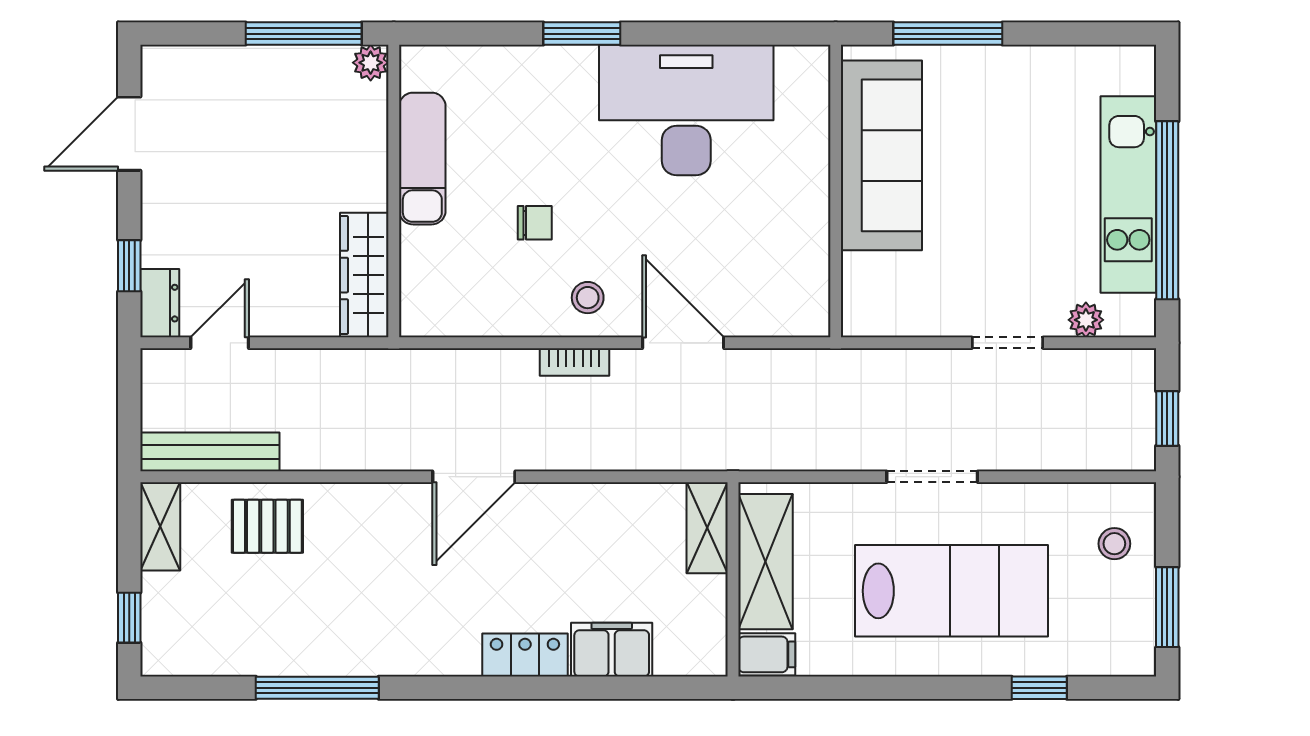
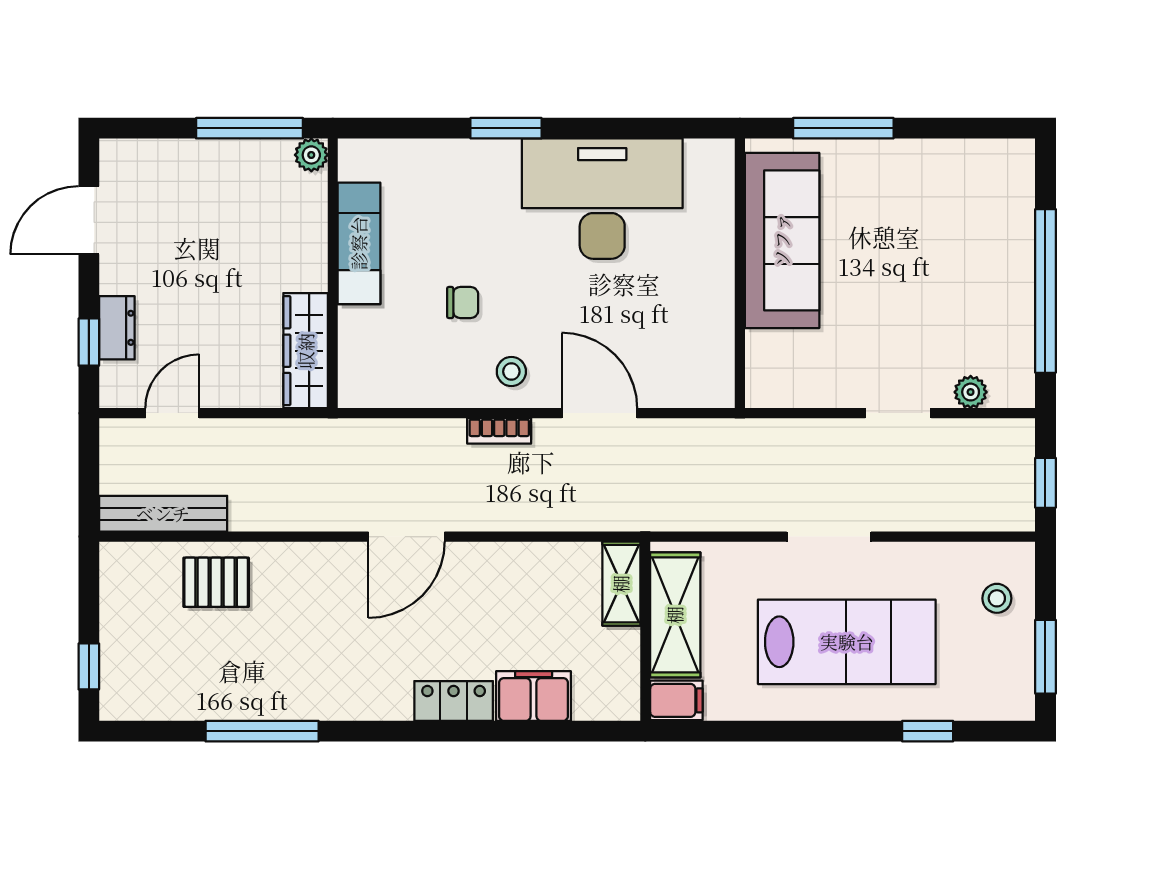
kitchen unit: (1128, 195) -> (1010, 276), removed
dresser: (160, 303) -> (117, 328), moved
shelving: (160, 526) -> (117, 582), removed

